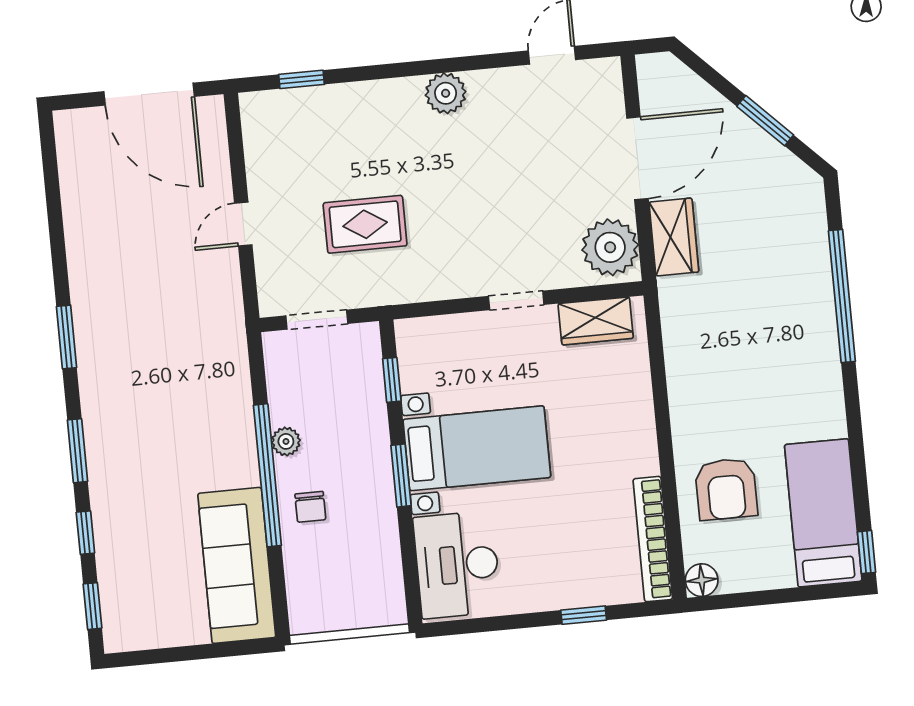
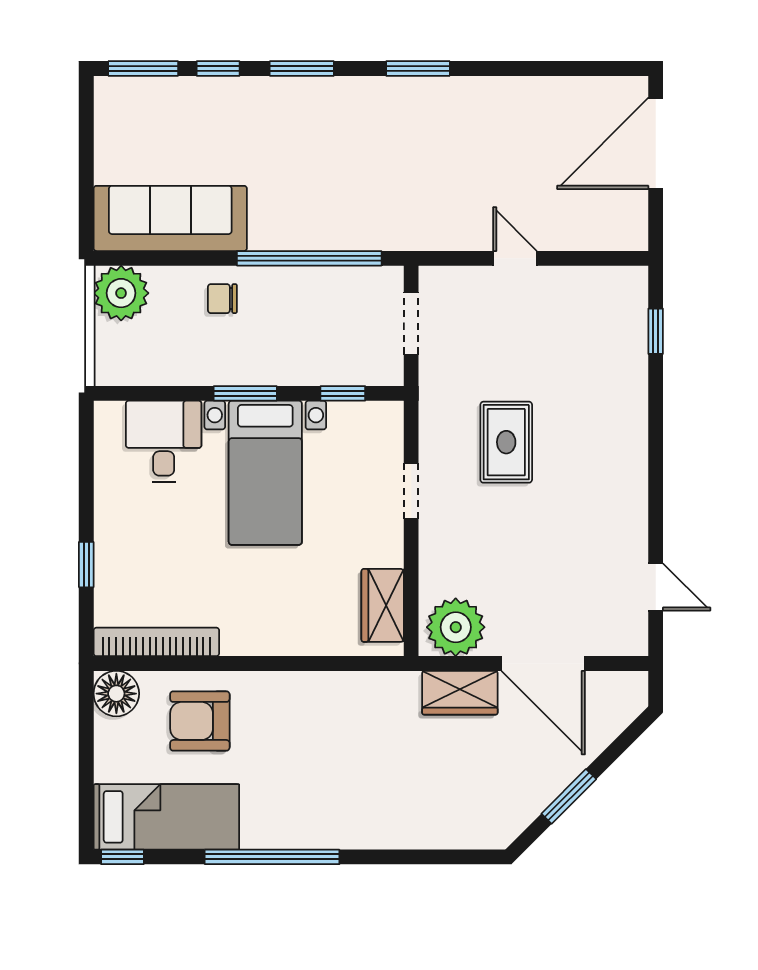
plant: (446, 93) -> (628, 476), removed
door: (149, 94) -> (656, 143), moved
rug: (365, 224) -> (506, 442), moved
window: (842, 296) -> (272, 857), moved
doorway: (516, 300) -> (411, 491), moved
plant: (286, 441) -> (121, 293), moved, width x1.88, depth x1.88
window: (267, 475) -> (309, 258), moved
desk: (457, 565) -> (164, 441), width x0.73
floor lamp: (702, 580) -> (116, 694), width x1.38, depth x1.38
window: (92, 606) -> (143, 68), width x1.50

